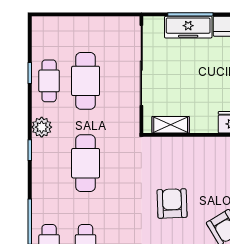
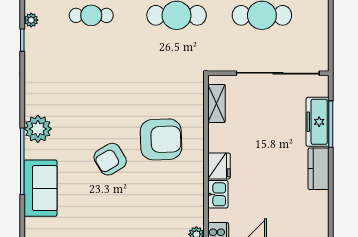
armchair: (172, 204) -> (161, 139), moved, width x1.36, depth x1.36

